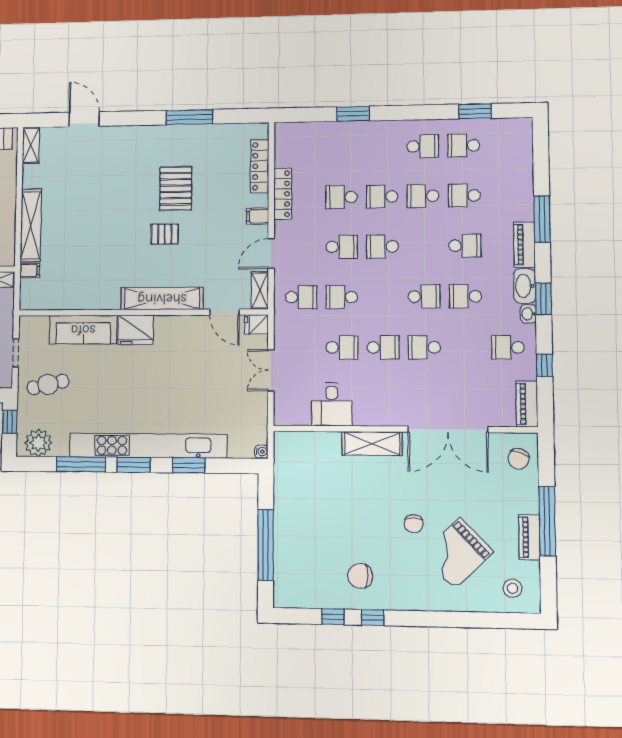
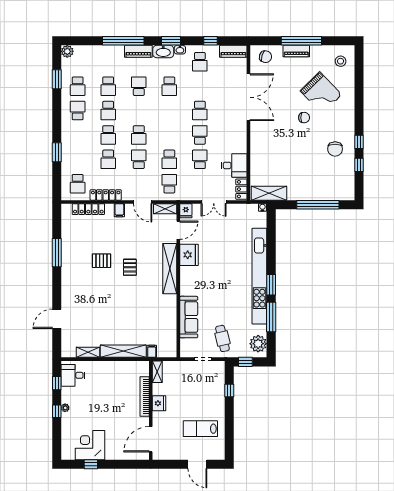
plant: (522, 127) -> (67, 51), added
shelving: (31, 145) -> (88, 352), moved
pallet: (176, 189) -> (102, 261), width x0.67, depth x0.71
window: (542, 219) -> (123, 41), width x1.46
school desk: (424, 297) -> (78, 184), moved, turned 180
fridge: (136, 330) -> (189, 255), moved
locker: (292, 417) -> (241, 189), added
shelving: (372, 444) -> (269, 193), moved, turned 90
window: (189, 465) -> (271, 251), removed
piano: (529, 537) -> (296, 51), moved

